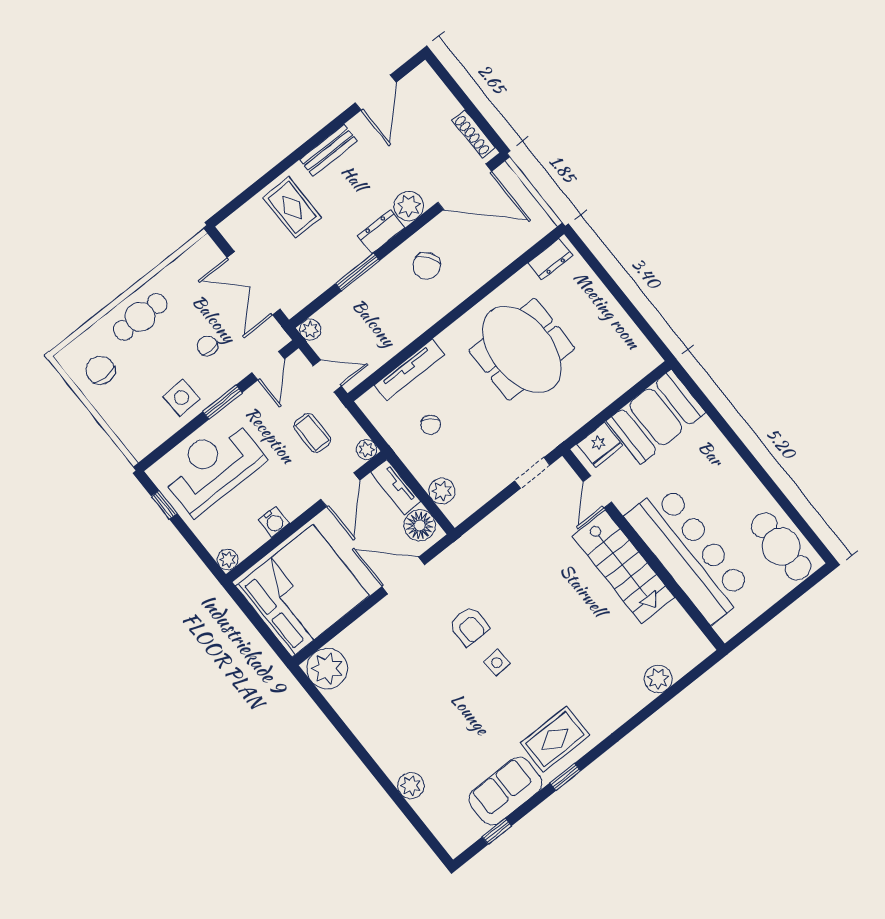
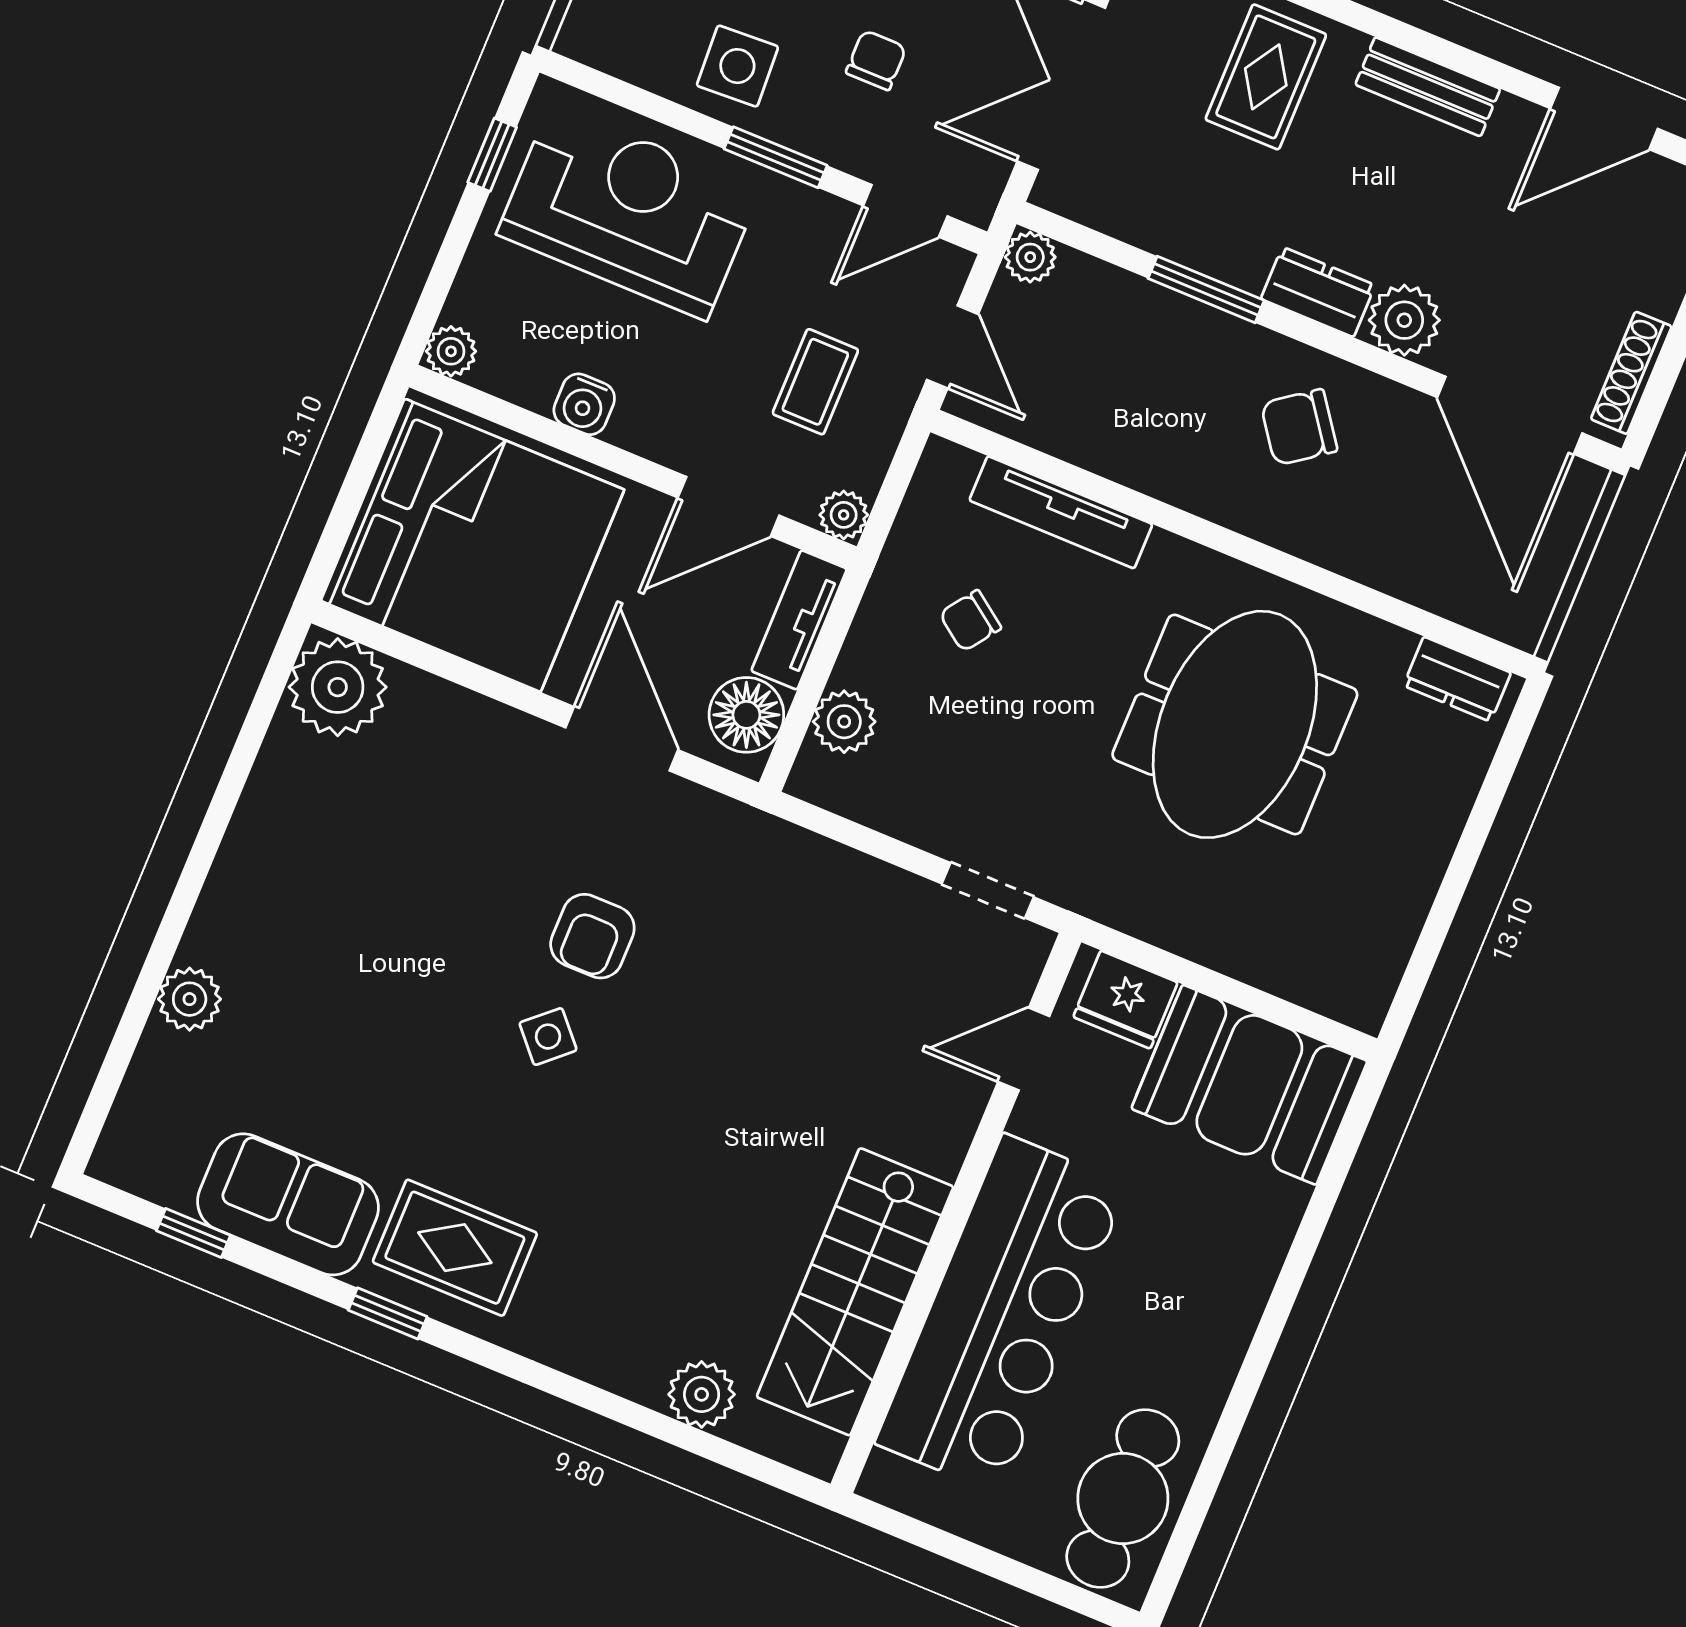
stairs: (623, 567) -> (855, 1292), moved
side table: (497, 663) -> (548, 1037), turned -38

